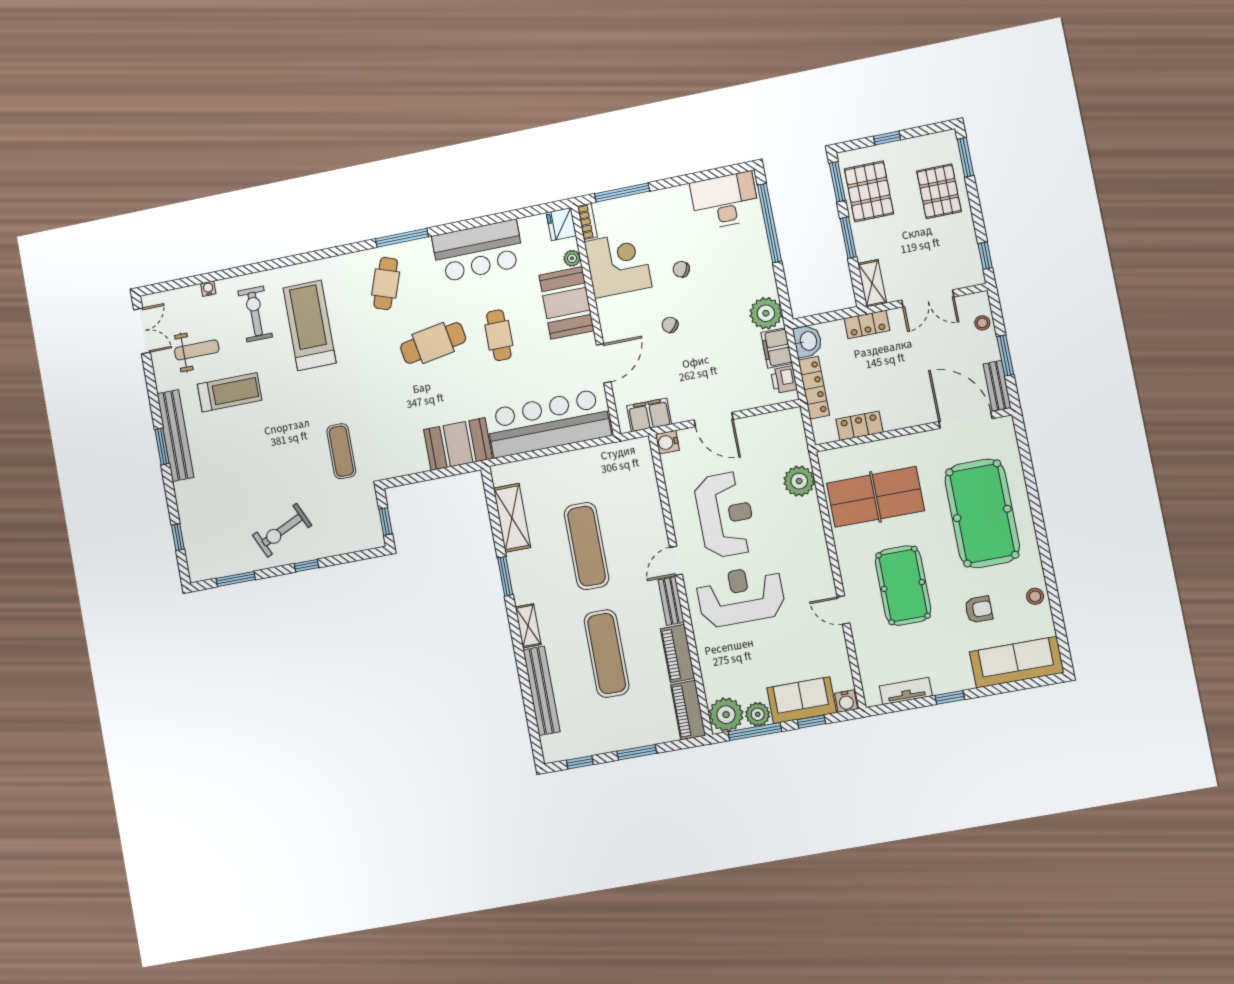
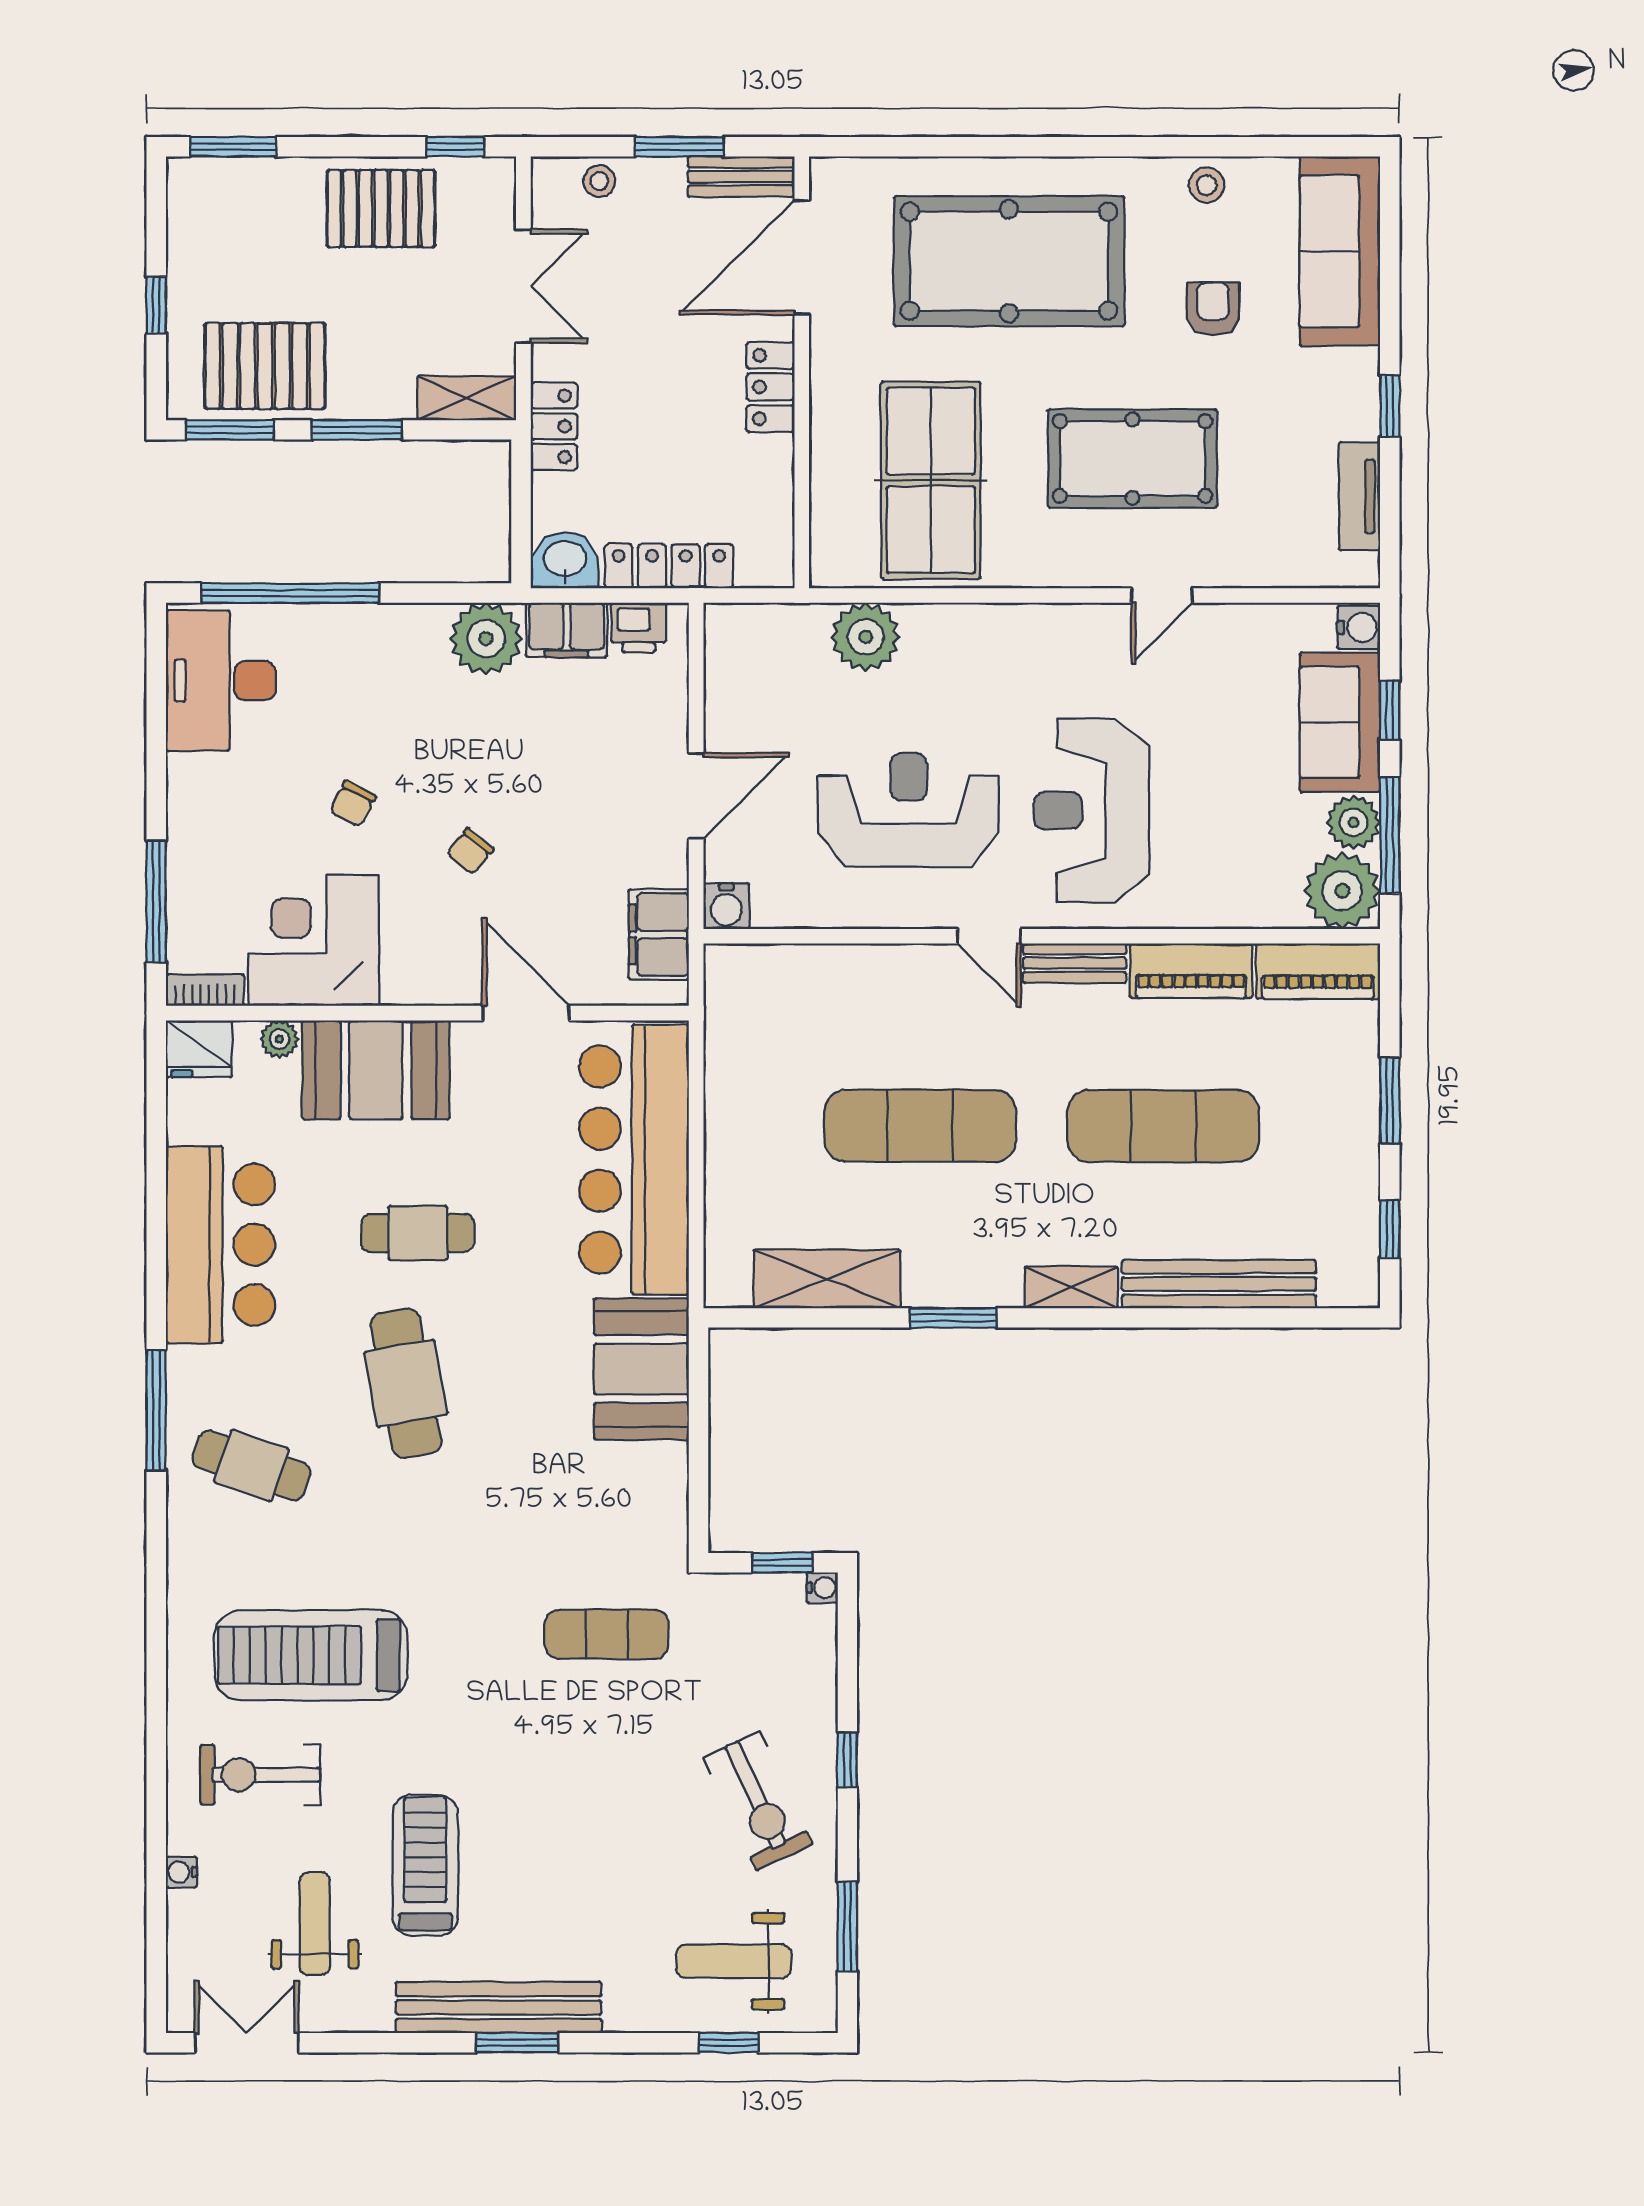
pallet: (939, 191) -> (381, 209), moved
locker: (860, 426) -> (770, 387), moved
weight bench: (213, 533) -> (734, 1961), added
water cooler: (378, 541) -> (822, 1588), added

